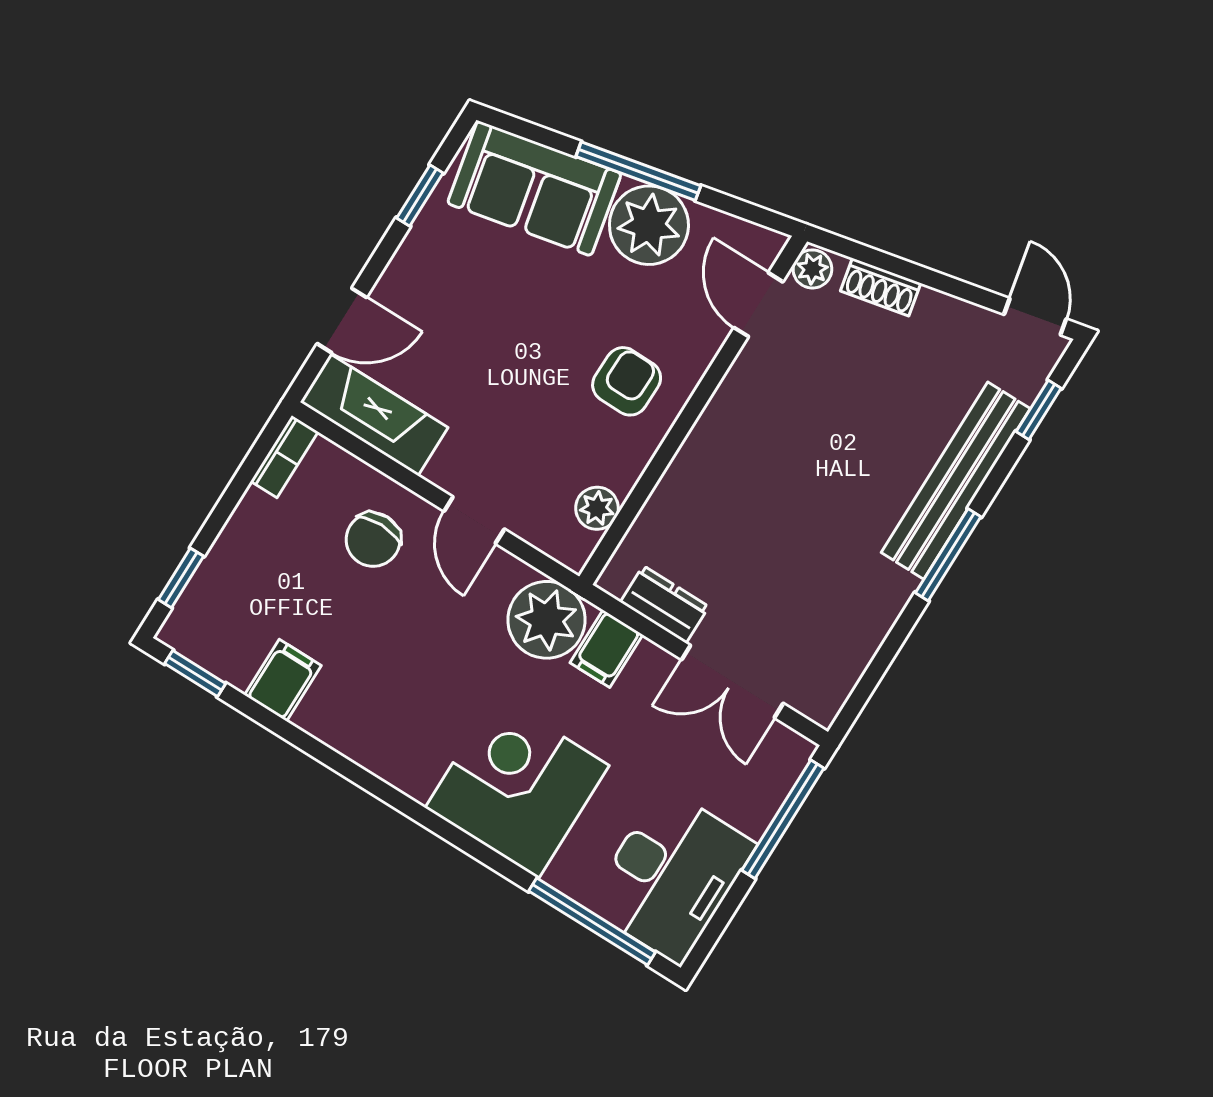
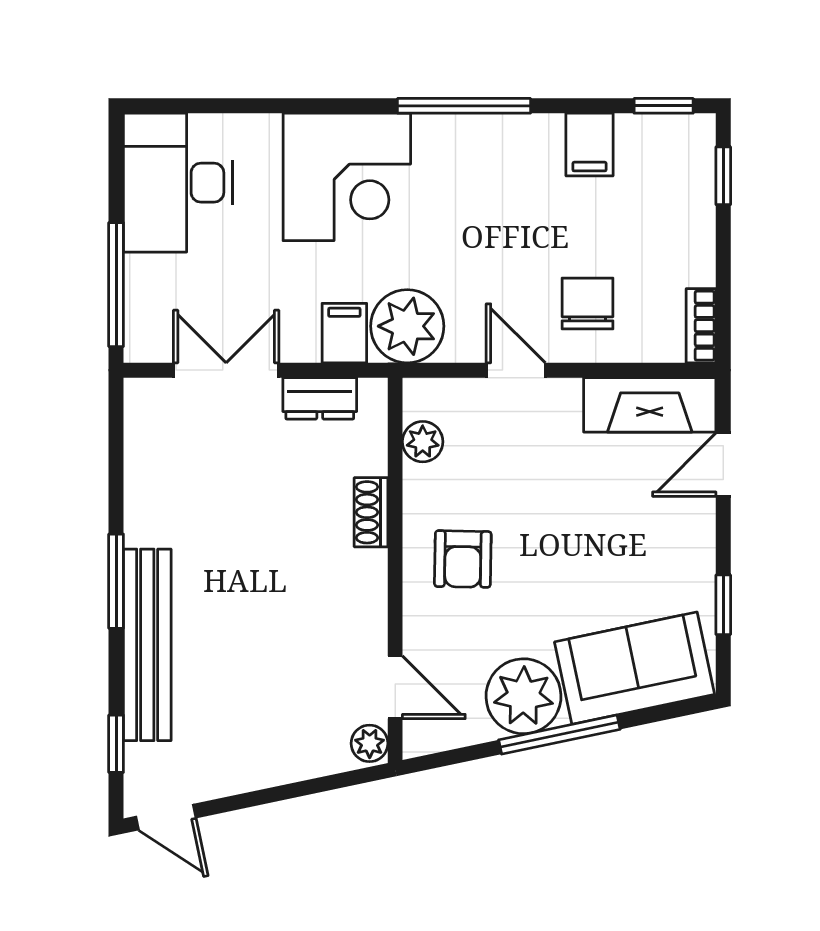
shoe rack: (881, 287) -> (371, 512), moved, turned -78
window: (592, 922) -> (464, 106), moved

